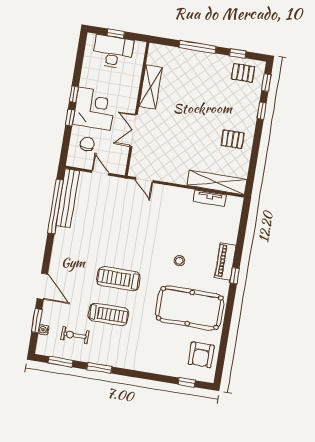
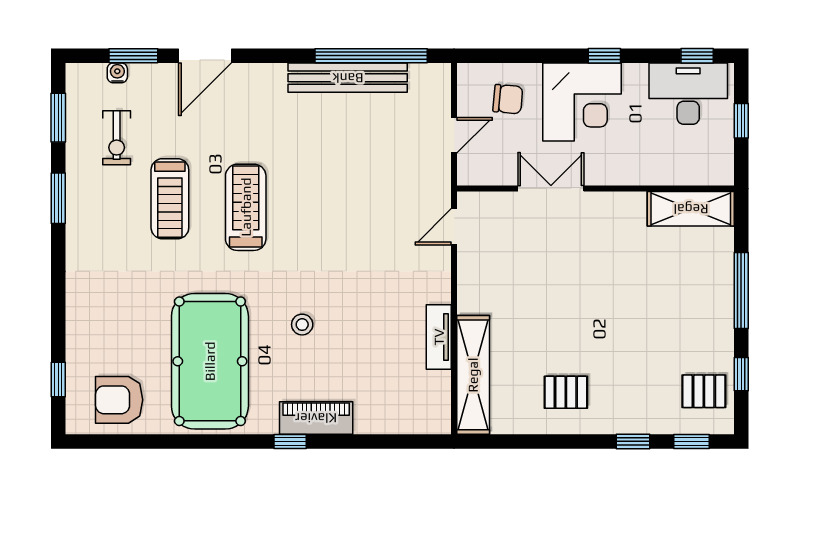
desk: (113, 52) -> (688, 94), moved, turned -90
pallet: (243, 73) -> (704, 391), turned 90
shelving: (151, 87) -> (691, 209), moved
window: (70, 118) -> (697, 56), moved
pallet: (233, 139) -> (566, 392), turned 90
bench: (68, 198) -> (348, 78), moved
tv unit: (210, 198) -> (439, 337), moved
exercise bike: (75, 335) -> (117, 138), turned 180

